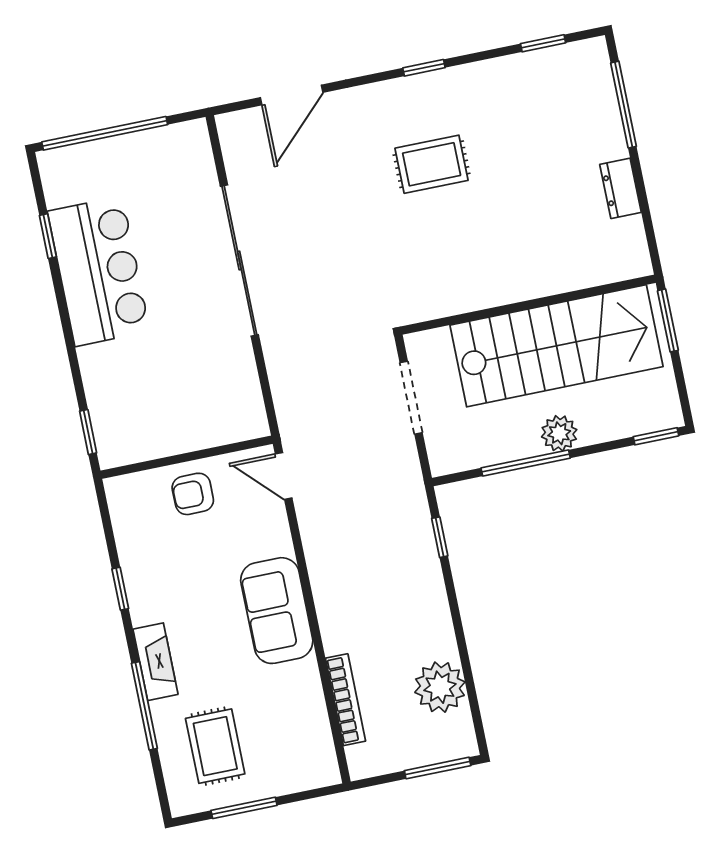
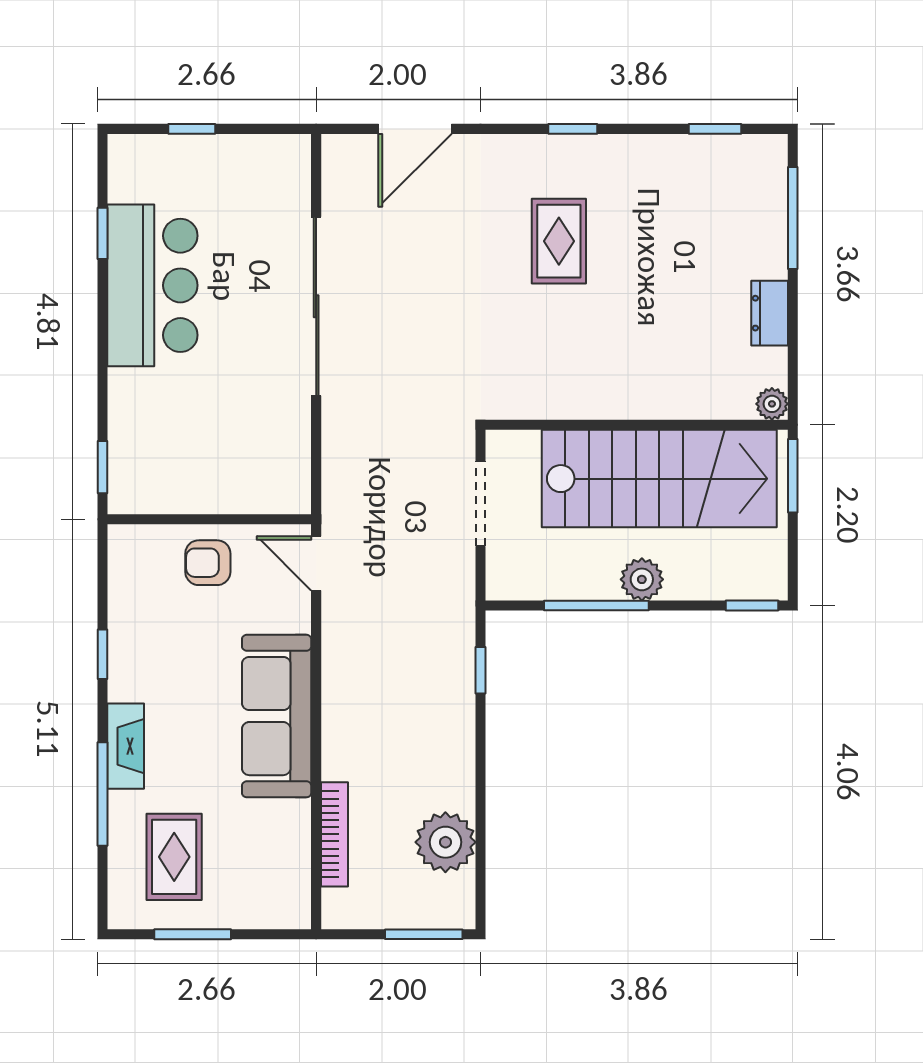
window: (105, 133) -> (192, 129), width x0.32
rug: (432, 164) -> (559, 241), turned 90
plant: (638, 264) -> (772, 404), added
sofa: (277, 611) -> (277, 716), width x1.36

